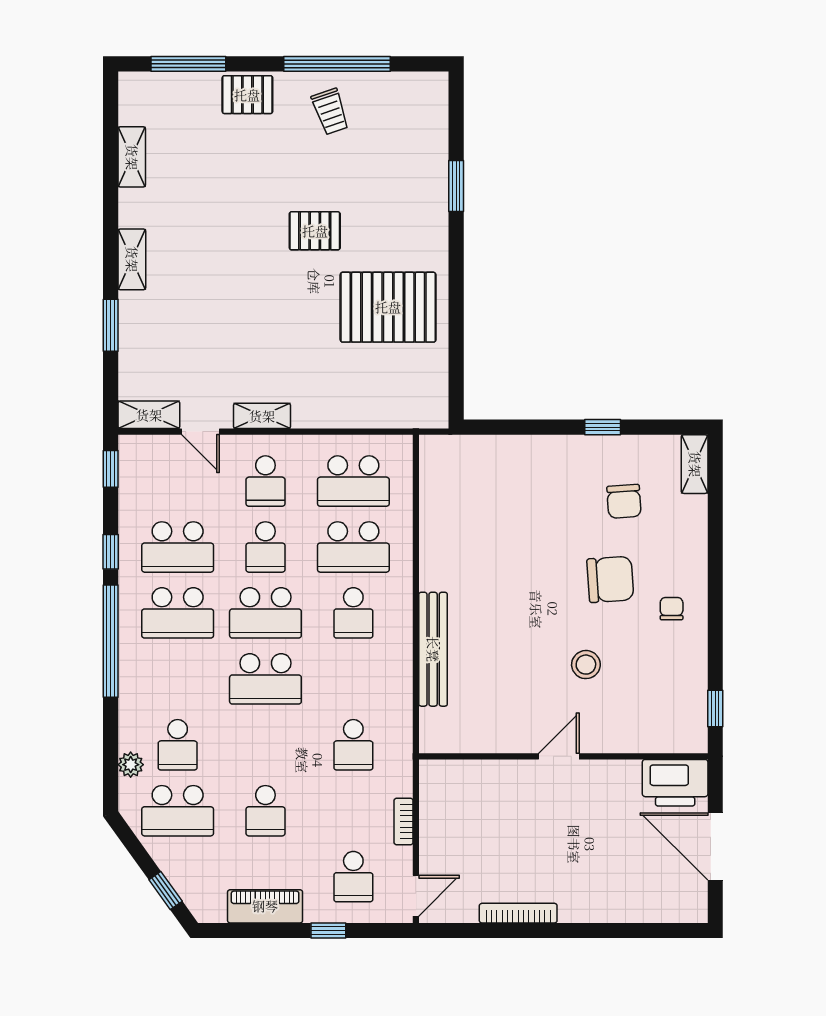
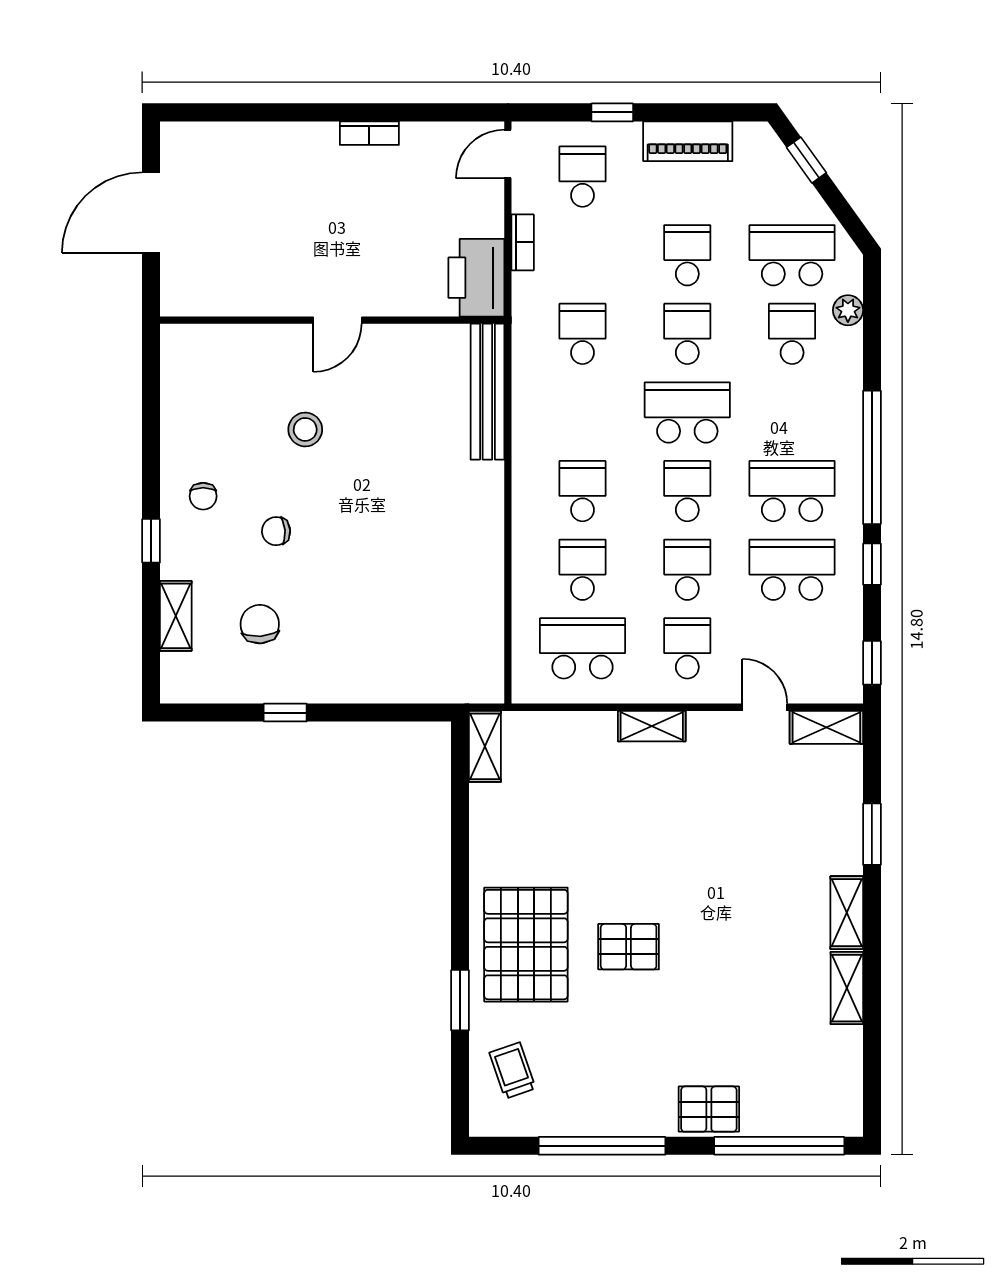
window: (188, 64) -> (779, 1146), width x1.46
trolley: (330, 111) -> (513, 1071), moved
shelving: (132, 157) -> (847, 988), moved
pallet: (388, 307) -> (526, 945), moved, turned 90
shelving: (435, 399) -> (485, 746), added
shelving: (262, 416) -> (652, 726), moved
shelving: (695, 464) -> (176, 616), moved
school desk: (353, 547) -> (583, 570), width x0.54
chair: (610, 579) -> (276, 531), width x0.54, depth x0.54
school desk: (265, 613) -> (687, 491), width x0.54
bench: (433, 649) -> (487, 392), moved
window: (715, 708) -> (151, 541), moved
school desk: (265, 745) -> (687, 334), added
printer: (675, 783) -> (476, 278), moved, turned -90
door: (715, 846) -> (151, 213), swing flipped
bookcase: (518, 913) -> (369, 133), width x0.64

